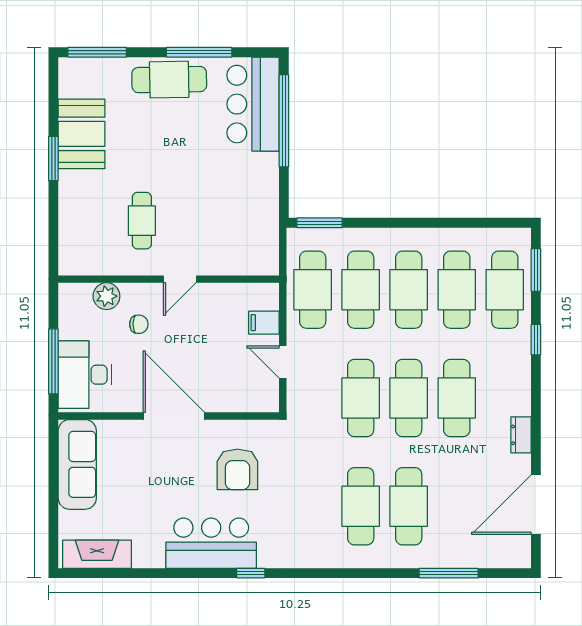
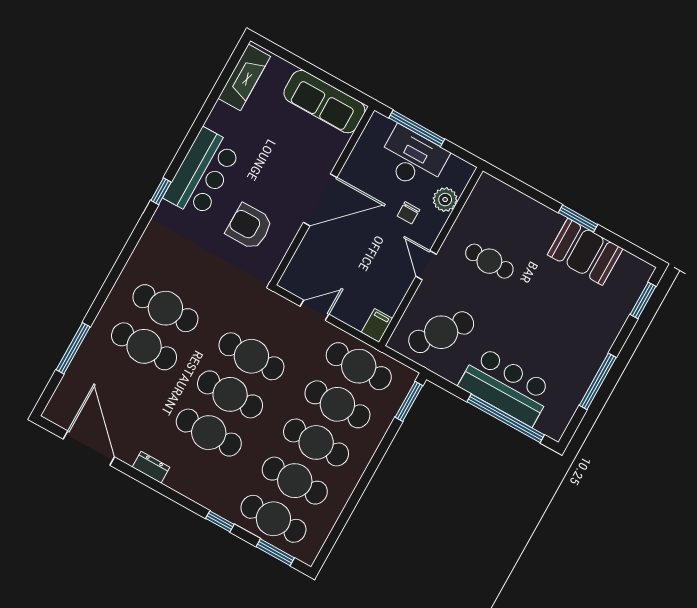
window: (97, 52) -> (643, 300), width x0.69
cafe table: (169, 80) -> (441, 332), moved, turned 39
bar counter: (253, 104) -> (506, 386), moved
filing cabinet: (264, 323) -> (377, 325), moved
desk: (85, 375) -> (413, 159), moved

